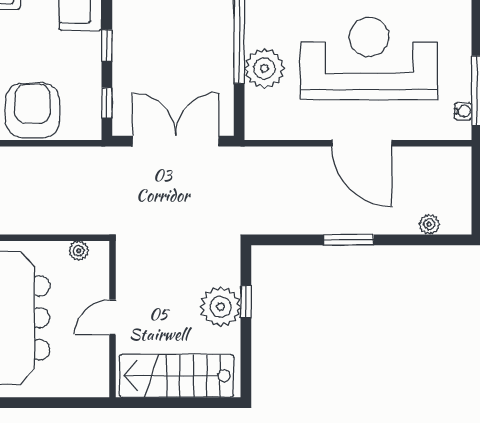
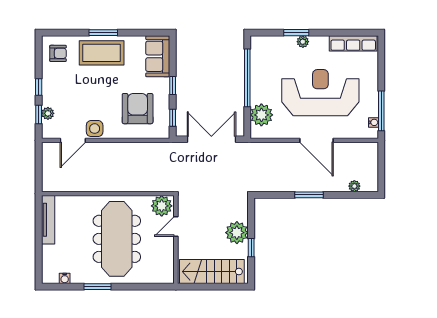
plant: (264, 68) -> (261, 115), moved
armchair: (32, 110) -> (138, 109), moved
plant: (79, 251) -> (162, 206), width x1.88, depth x1.88
window: (246, 302) -> (251, 248), moved
door: (113, 317) -> (176, 226), moved

